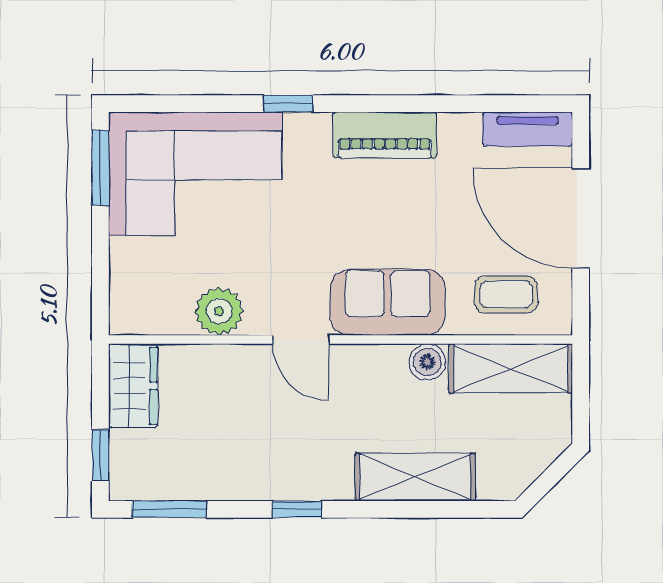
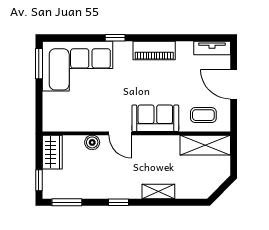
door: (581, 218) -> (234, 84), width x0.73
plant: (219, 311) -> (87, 122), removed
boiler: (427, 362) -> (92, 142), moved
shelving: (415, 477) -> (158, 192), width x0.67, depth x0.75

